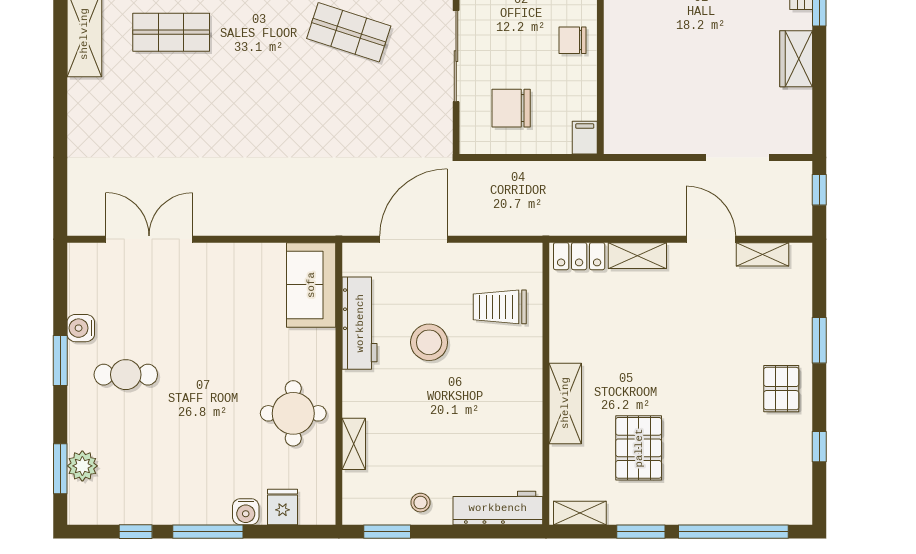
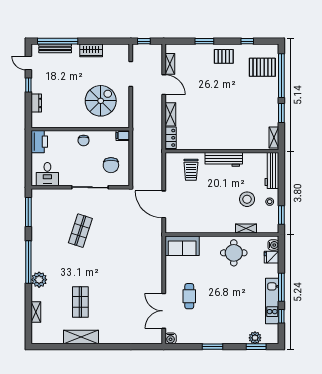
spiral stairs: (671, 83) -> (101, 101), added
door: (711, 239) -> (164, 85), swing flipped
workbench: (360, 323) -> (224, 159), moved, turned 180
water cooler: (81, 328) -> (171, 338), moved
stool: (429, 342) -> (247, 199), moved
cafe table: (126, 375) -> (189, 296), moved
shelving: (565, 403) -> (230, 143), removed
pallet: (639, 448) -> (262, 67), moved
kitchen unit: (174, 509) -> (272, 301), added
water cooler: (246, 512) -> (273, 245), moved

